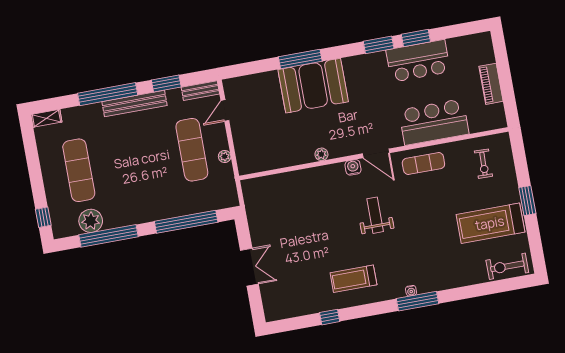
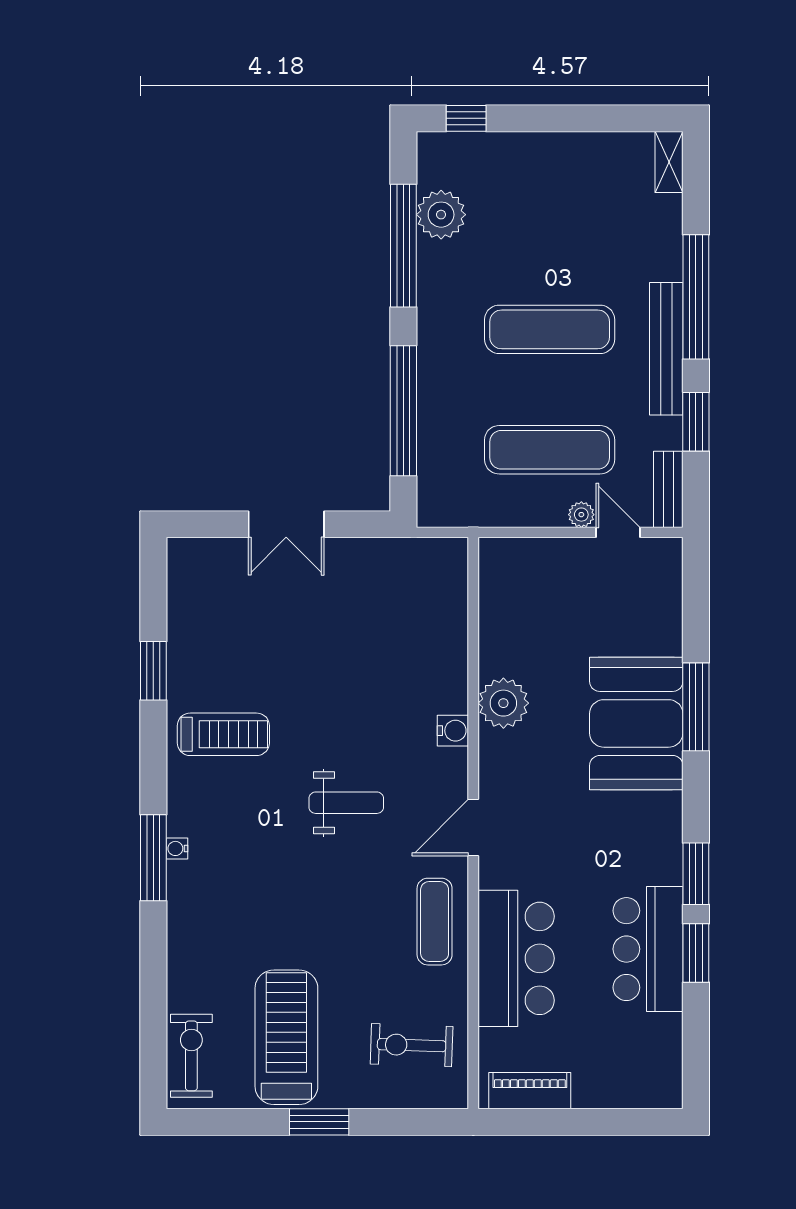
piano: (491, 84) -> (530, 1091), moved
plant: (321, 154) -> (503, 703), width x1.88, depth x1.88
plant: (225, 156) -> (581, 515), moved
exercise bike: (483, 164) -> (412, 1045), width x1.38, depth x1.39
water cooler: (353, 167) -> (453, 731), moved
exercise mat: (79, 170) -> (550, 329), moved
treadmill: (353, 279) -> (223, 734), turned 90
window: (330, 317) -> (153, 671), width x1.50

